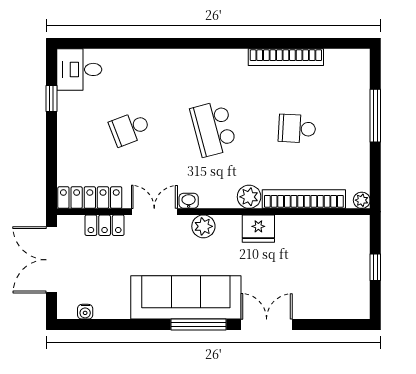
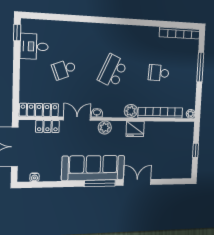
bookcase: (286, 57) -> (180, 33), moved
desk: (79, 69) -> (34, 46), moved
window: (51, 99) -> (17, 33), moved
school desk: (213, 129) -> (113, 71), turned 39

